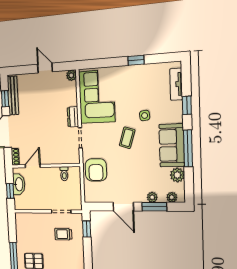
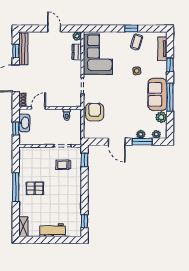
dresser: (73, 117) -> (77, 52), moved
coffee table: (127, 138) -> (137, 42), moved
armchair: (96, 170) -> (95, 112), turned 180

